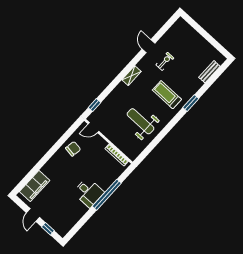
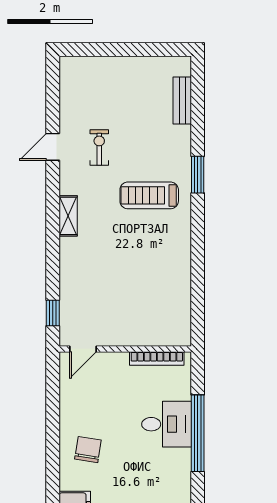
door: (148, 46) -> (53, 147), hinge flipped
weight bench: (140, 121) -> (146, 273), removed
chair: (73, 149) -> (88, 450), moved
desk: (89, 192) -> (167, 424), moved

